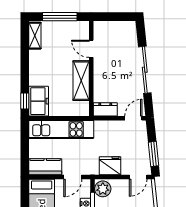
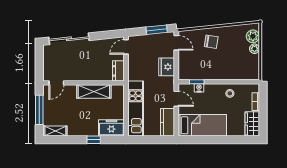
door: (91, 49) -> (56, 83), moved
sliding door: (145, 70) -> (69, 39), moved
window: (25, 101) -> (94, 140), moved
door: (133, 118) -> (126, 47), hinge flipped
plant: (103, 189) -> (186, 73), removed

